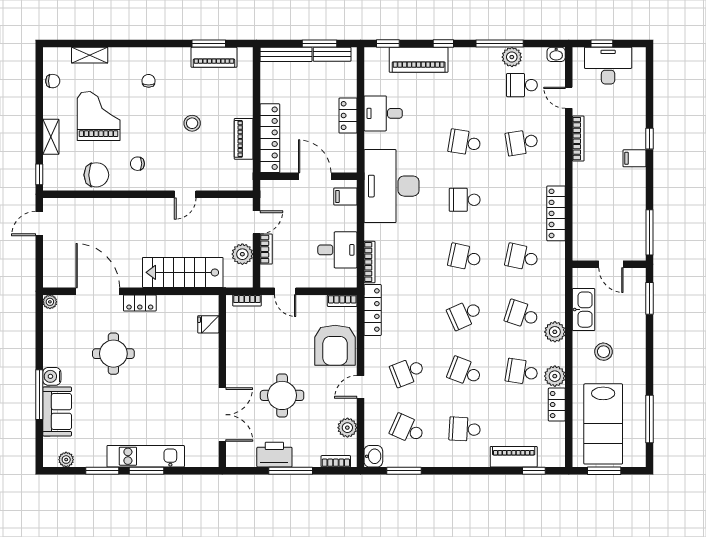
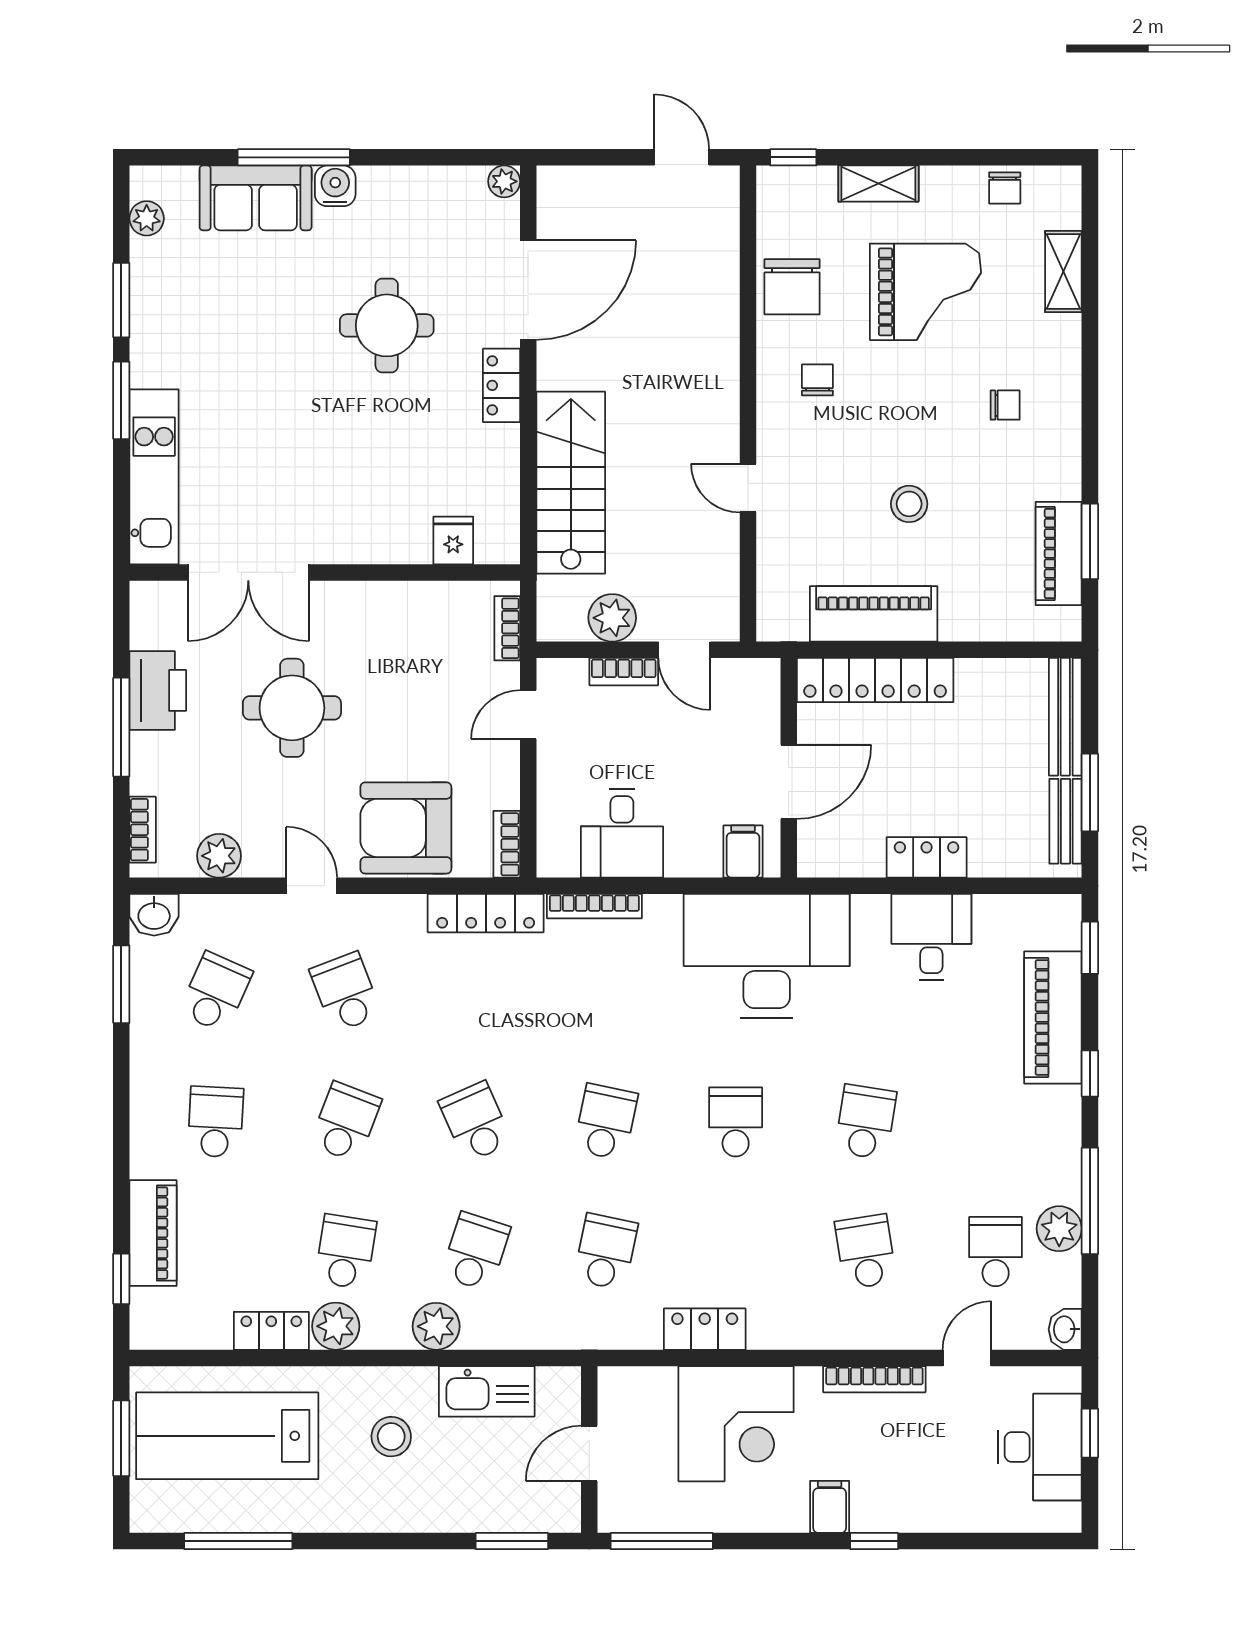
piano: (244, 139) -> (874, 614), width x1.37, depth x1.33
corner desk: (598, 200) -> (736, 1424), added
locker: (556, 213) -> (705, 1329), width x0.66
kitchen unit: (146, 456) -> (154, 477), moved

